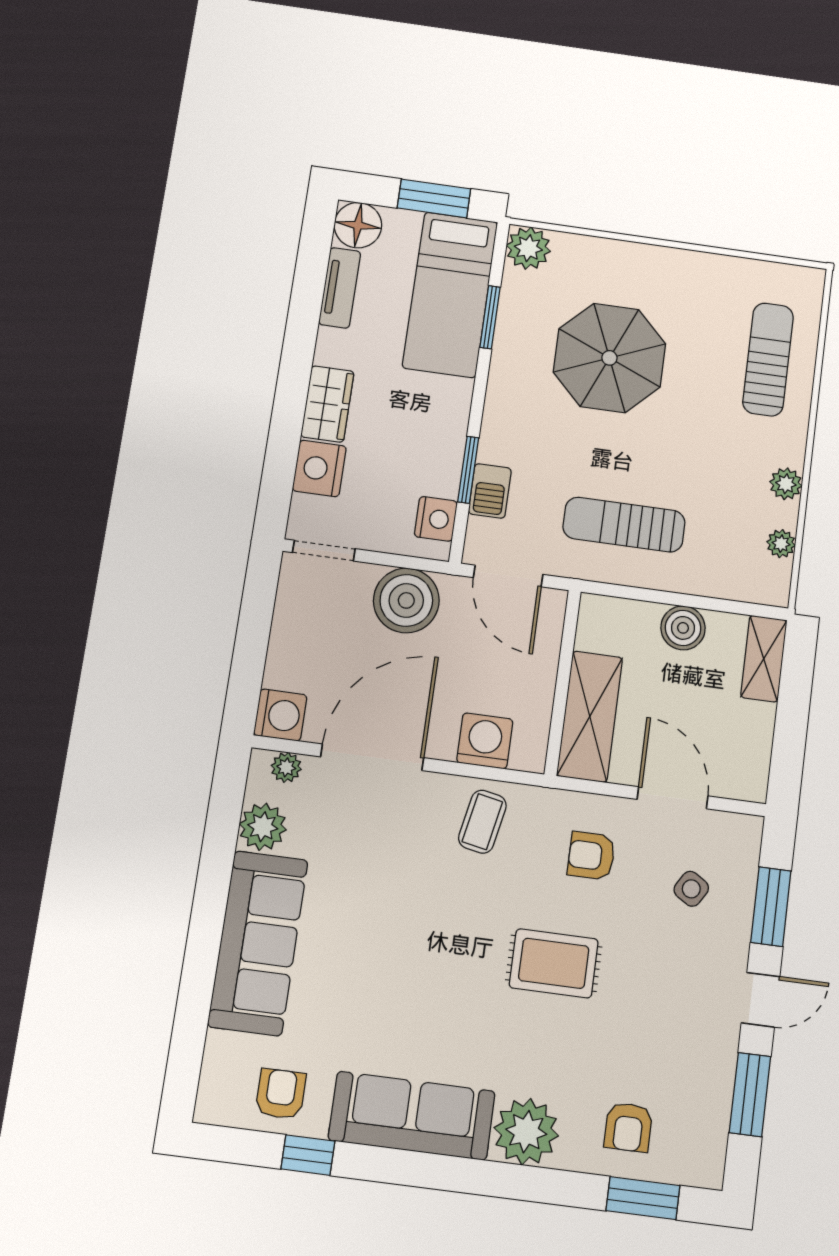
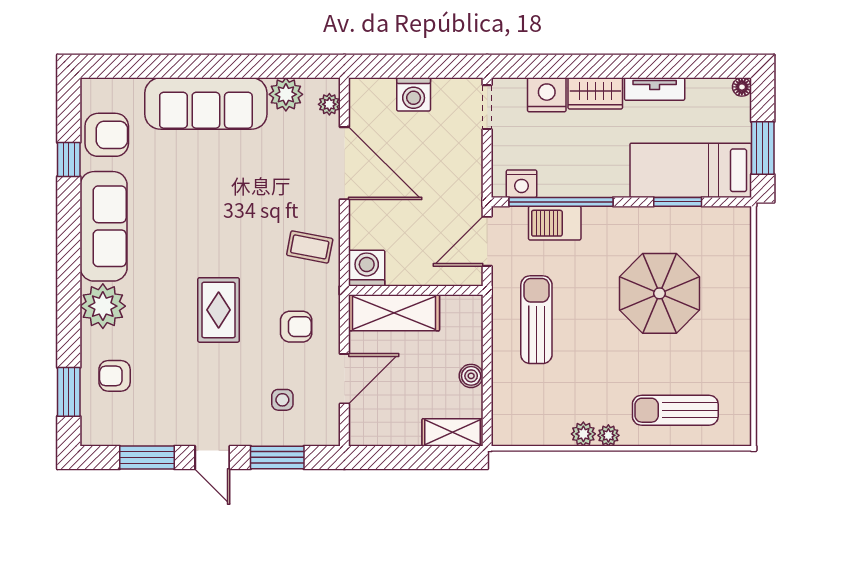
floor lamp: (358, 225) -> (742, 87), width x0.53, depth x0.53
plant: (528, 248) -> (735, 223), removed
tv unit: (340, 288) -> (655, 89), moved
sun lounger: (768, 359) -> (675, 410), turned 180
window: (468, 470) -> (561, 202), width x2.11
barbecue: (490, 491) -> (555, 223), width x1.38, depth x1.27
plant: (781, 544) -> (608, 435), moved
boiler: (406, 600) -> (459, 171), removed
boiler: (683, 628) -> (471, 376), width x0.73, depth x0.73
washing machine: (280, 715) -> (414, 94), moved
washing machine: (485, 741) -> (367, 268), moved, turned -90
armchair: (591, 856) -> (296, 327), turned 90
side table: (691, 889) -> (282, 400), turned -32
armchair: (281, 1094) -> (107, 135), width x1.38, depth x1.38

